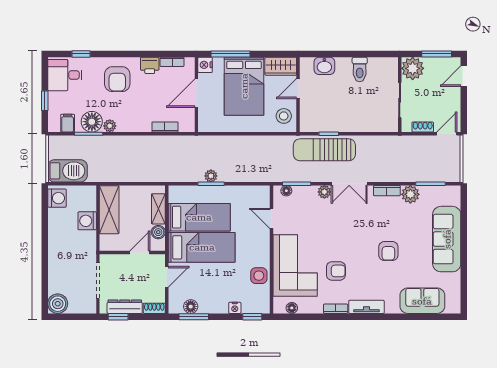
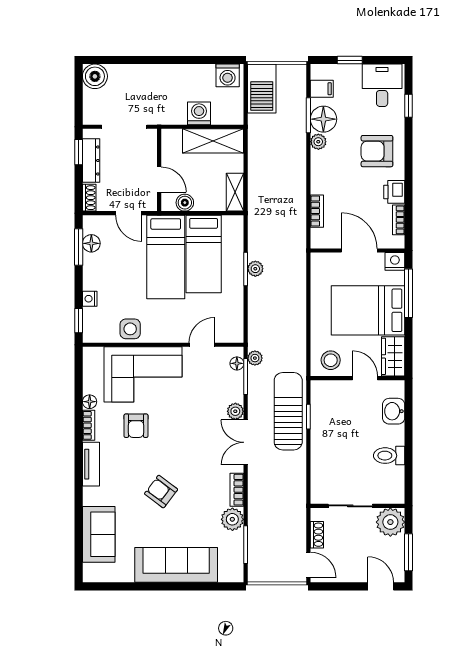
plant: (282, 176) -> (255, 358), added
shelving: (158, 209) -> (235, 192), moved, turned 90
armchair: (388, 251) -> (161, 492), turned 37
floor lamp: (292, 308) -> (90, 402), moved

